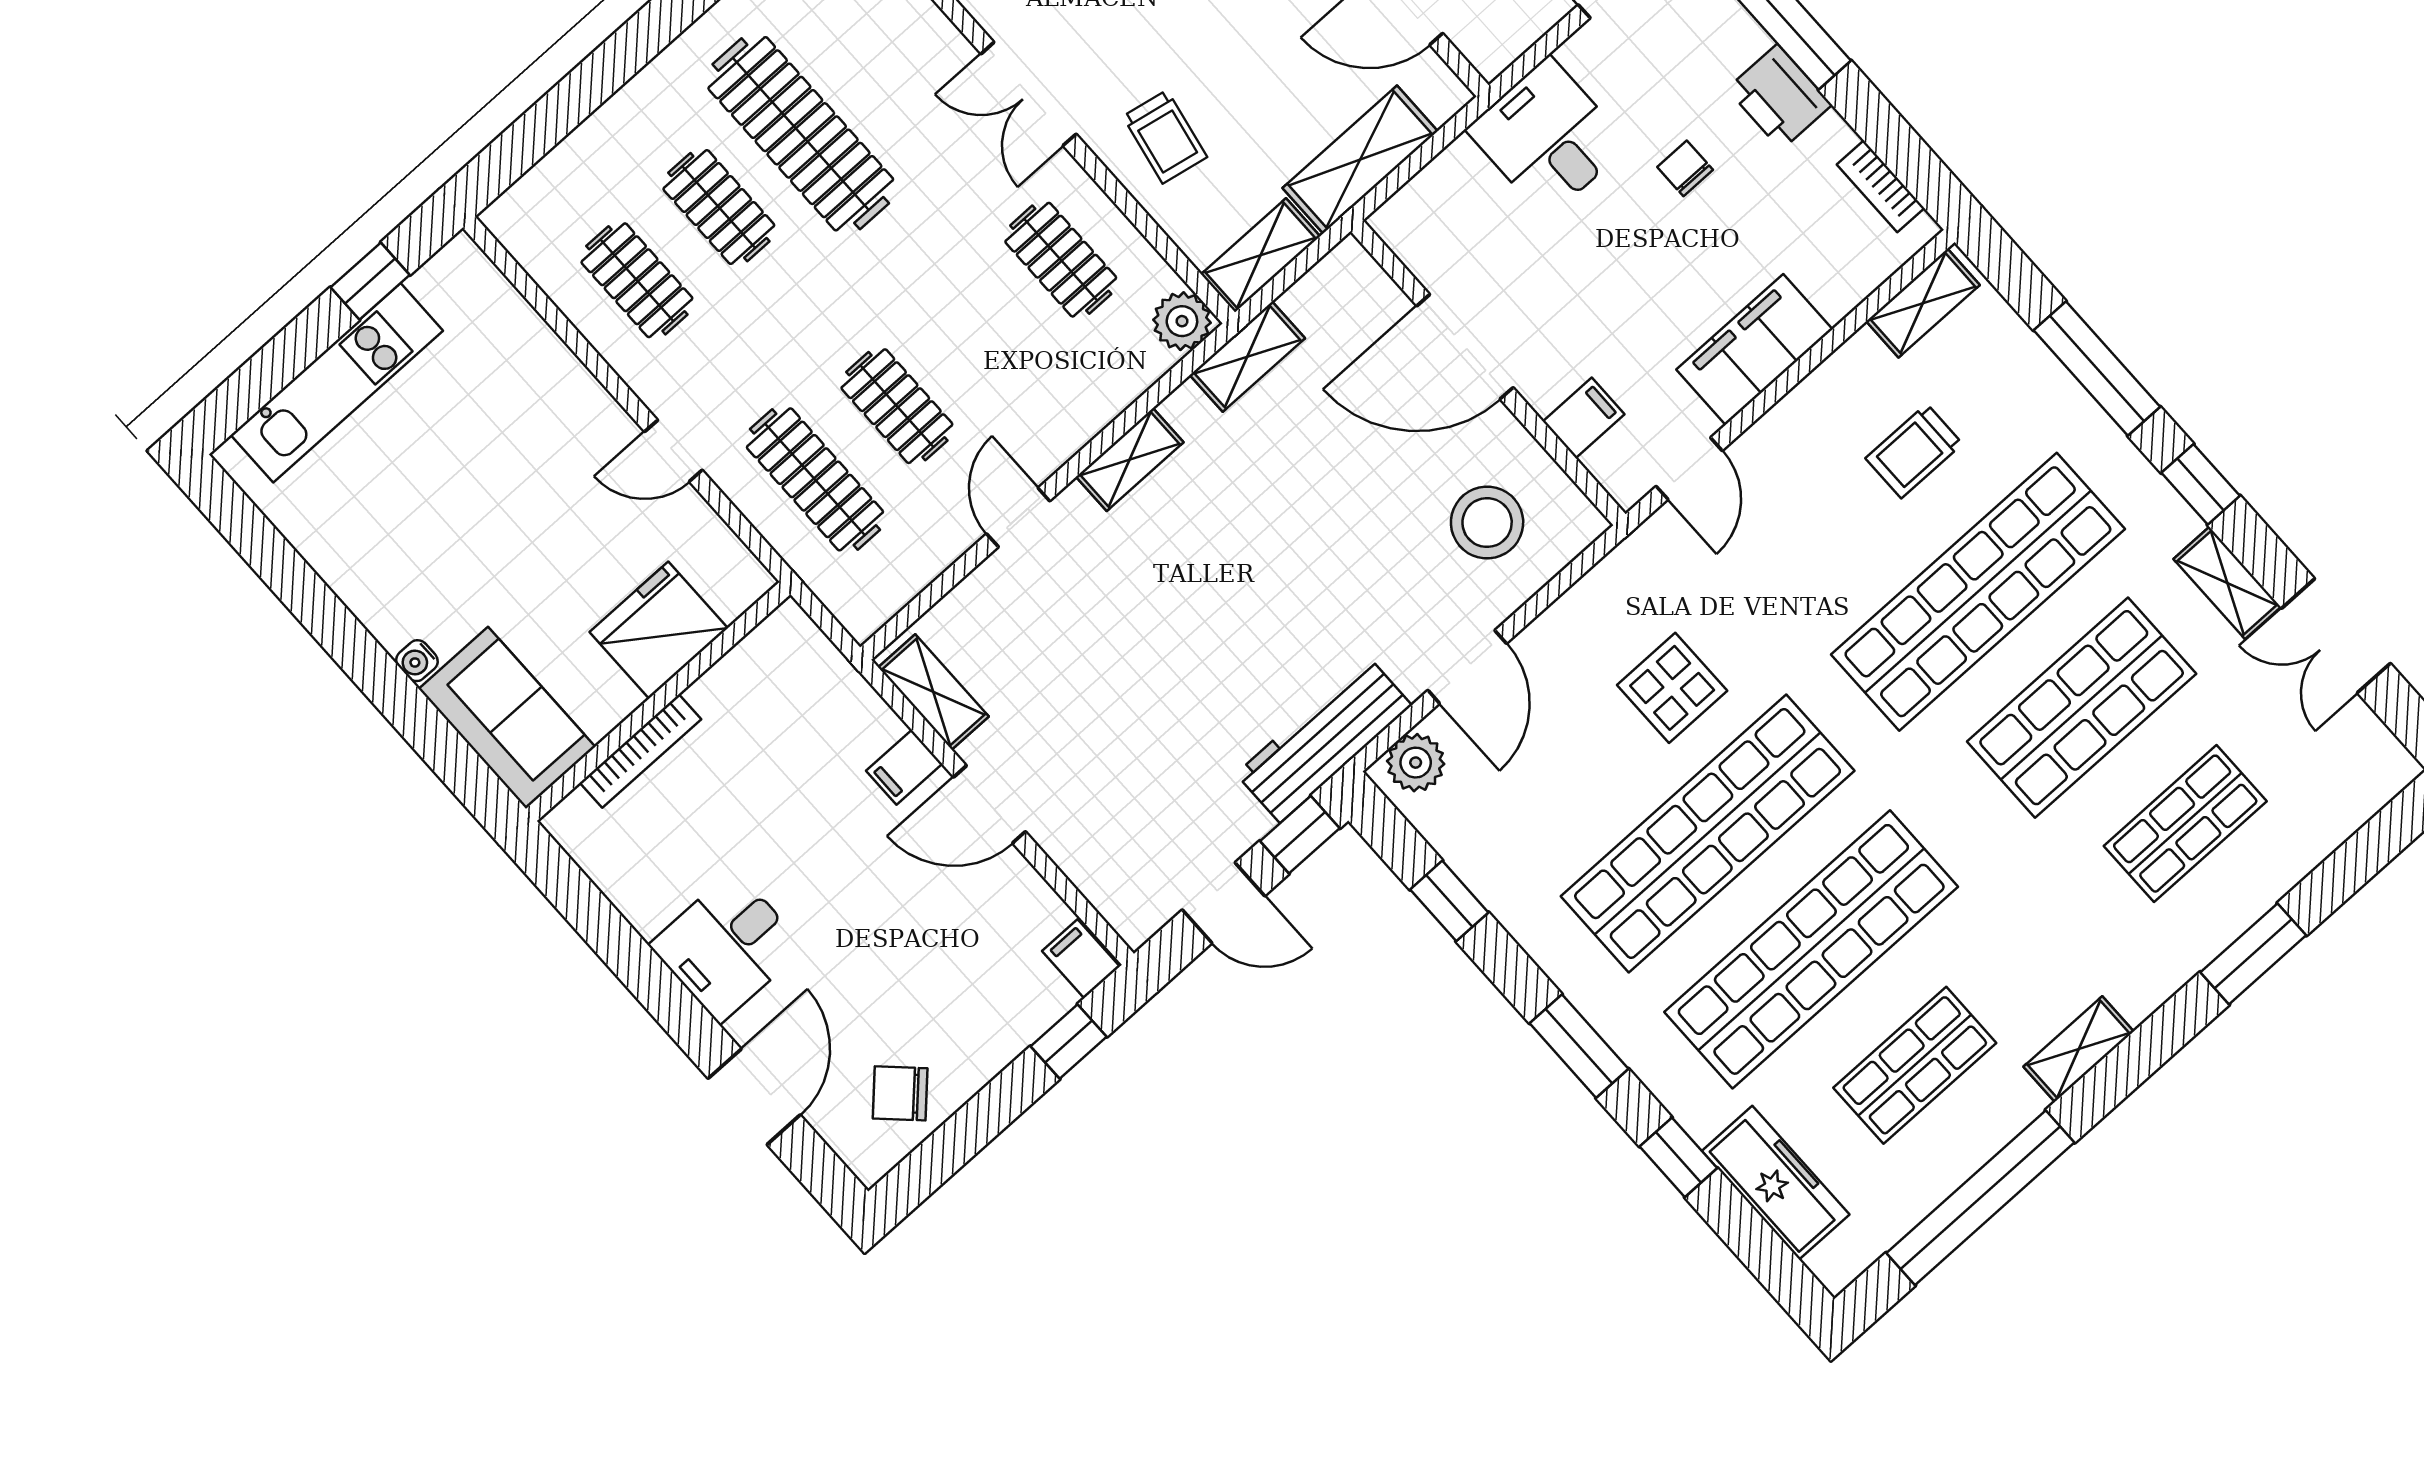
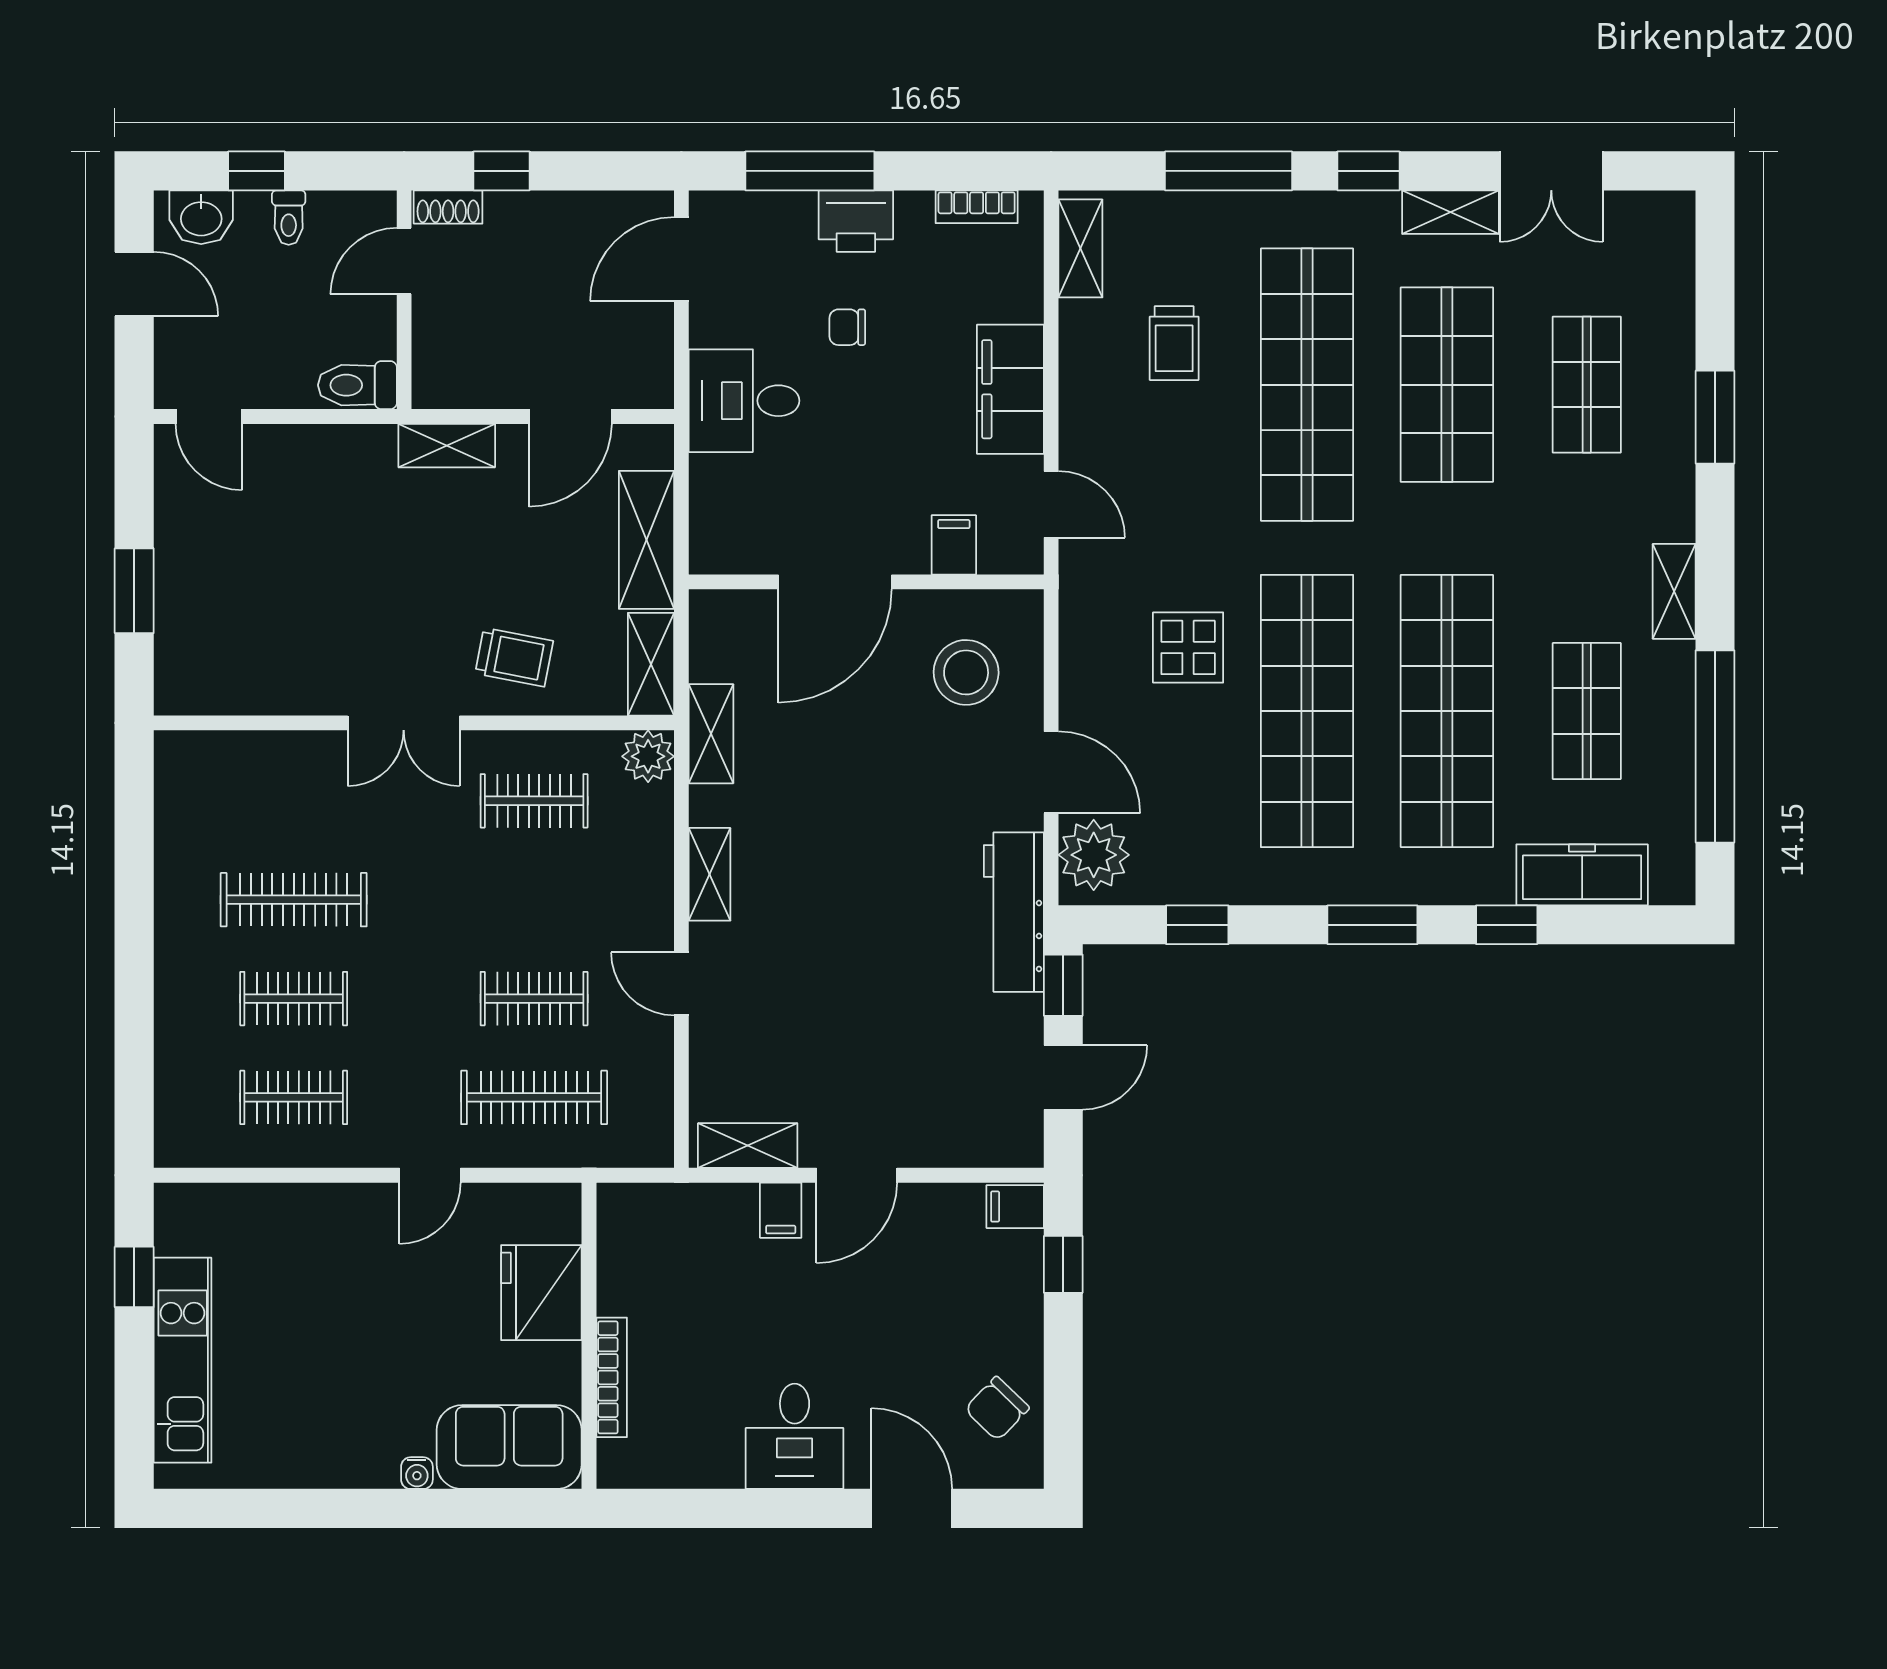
clothes rail: (801, 134) -> (294, 900), width x0.73, depth x0.76
plant: (1416, 763) -> (1094, 855), width x1.36, depth x1.36

